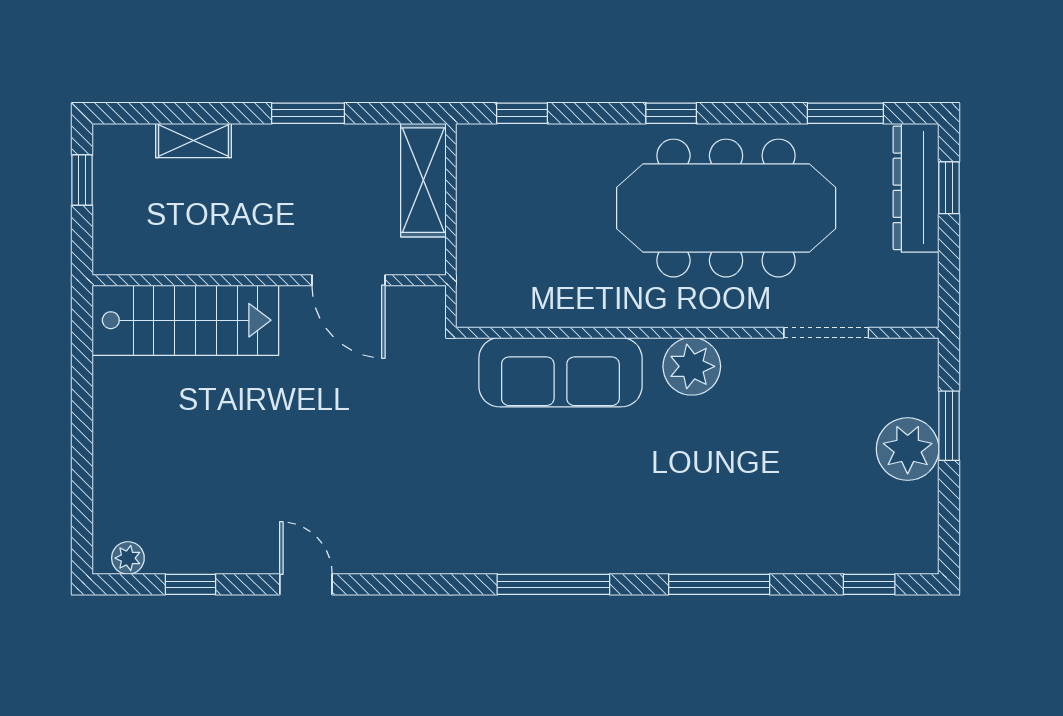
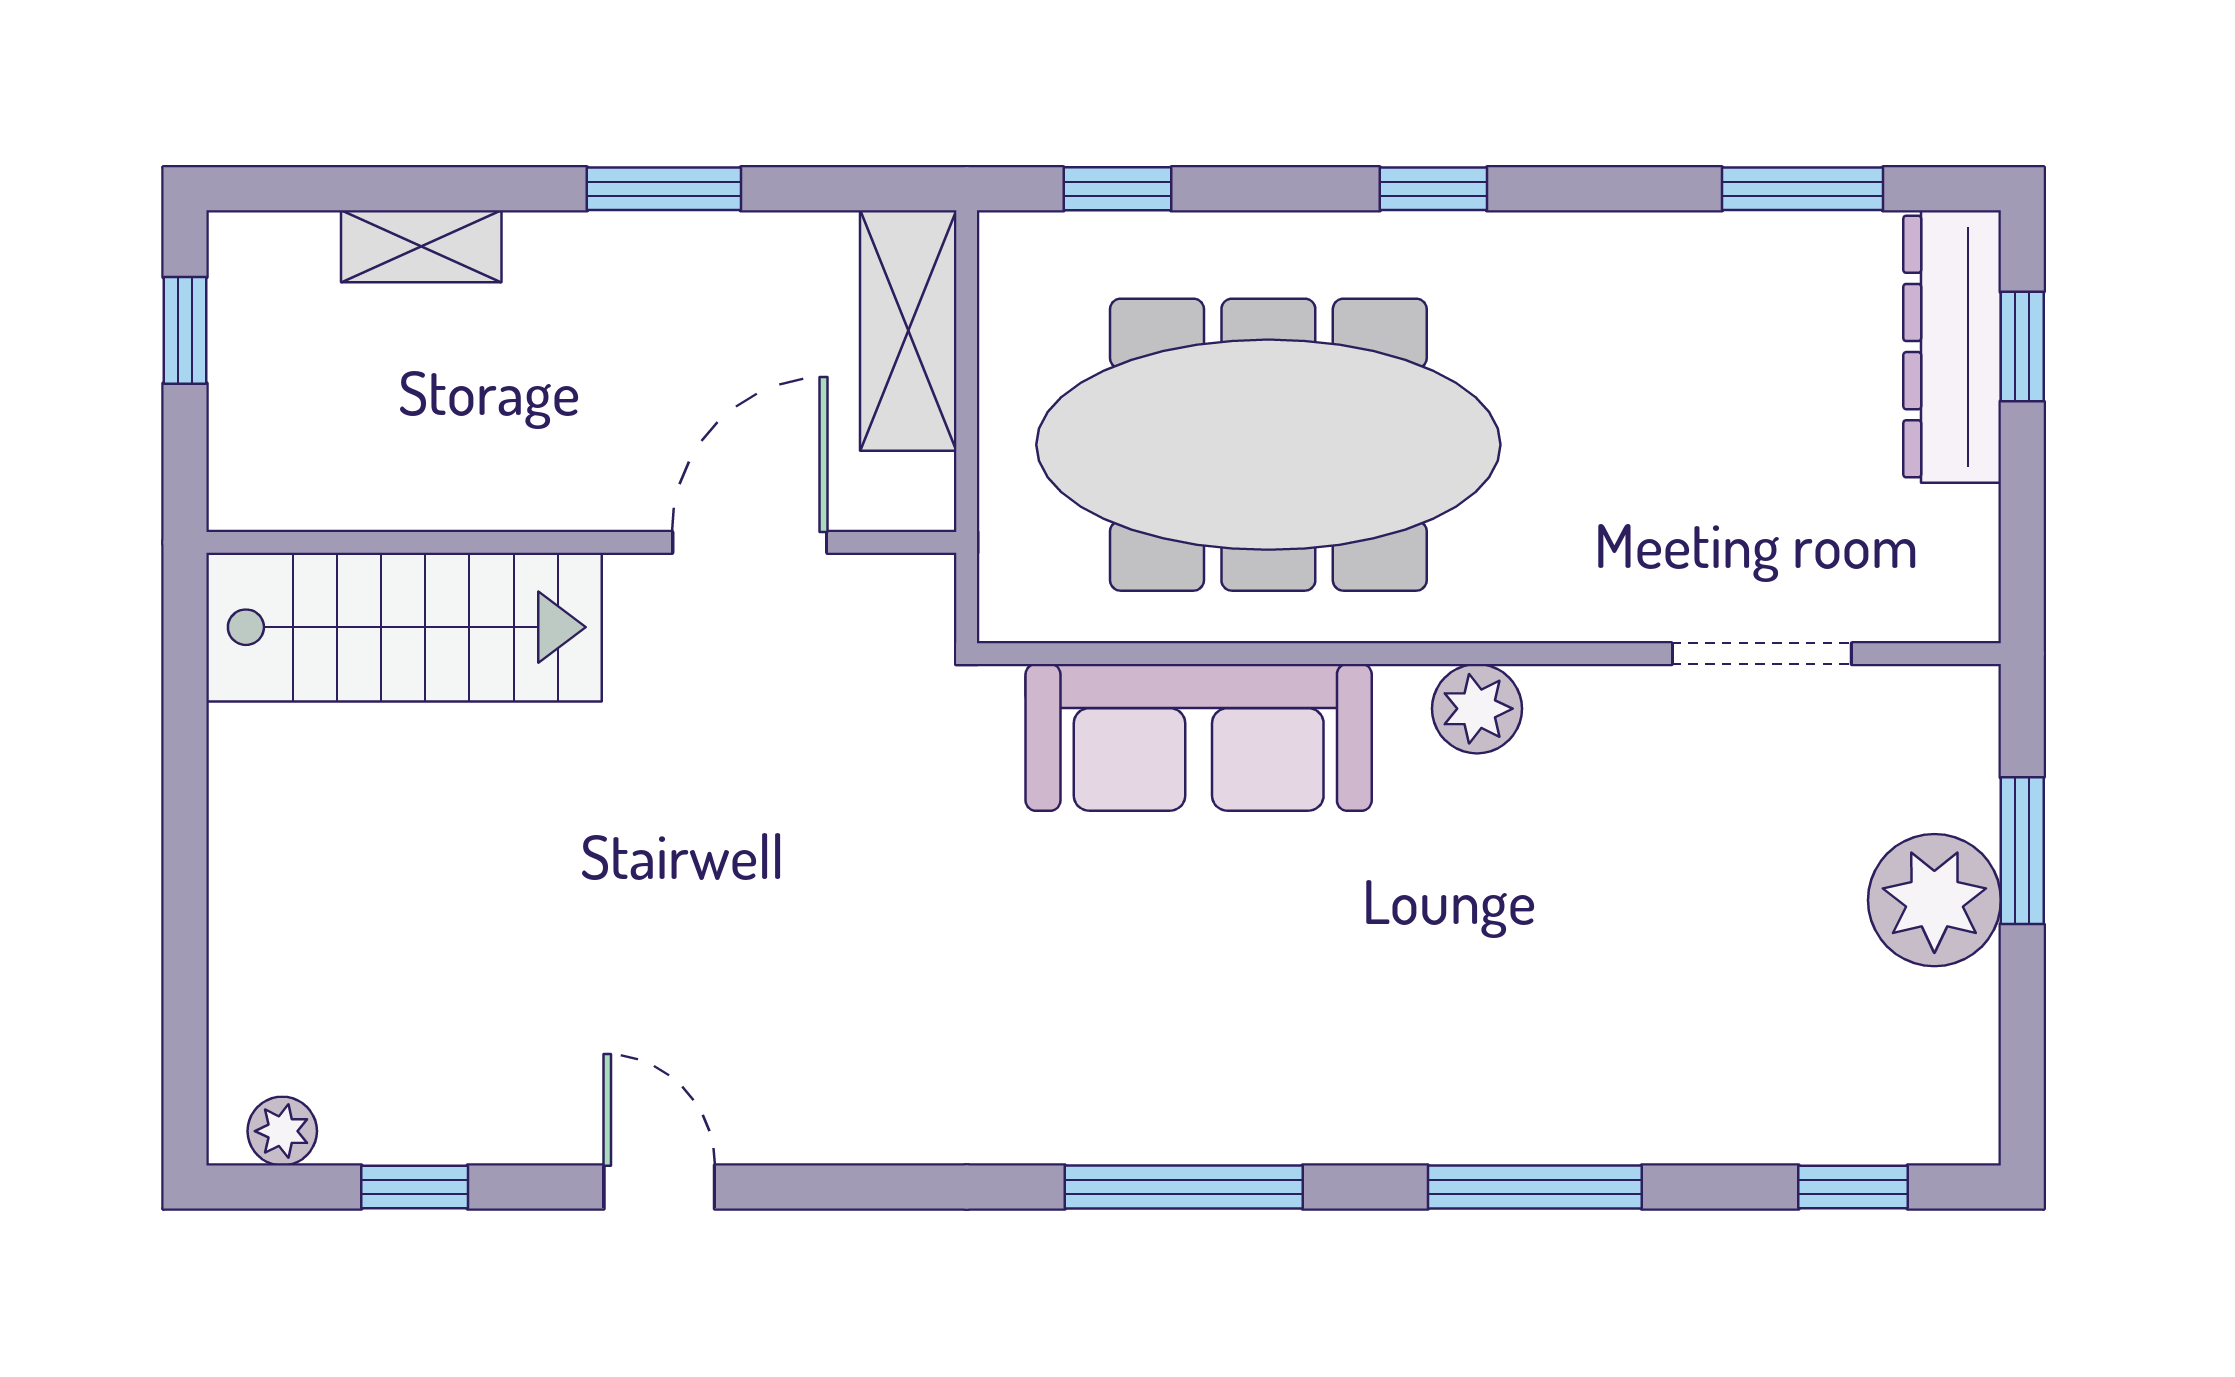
meeting table: (726, 208) -> (1268, 445), moved
door: (349, 280) -> (750, 542), swing flipped
plant: (692, 366) -> (1477, 709), width x0.73, depth x0.73

